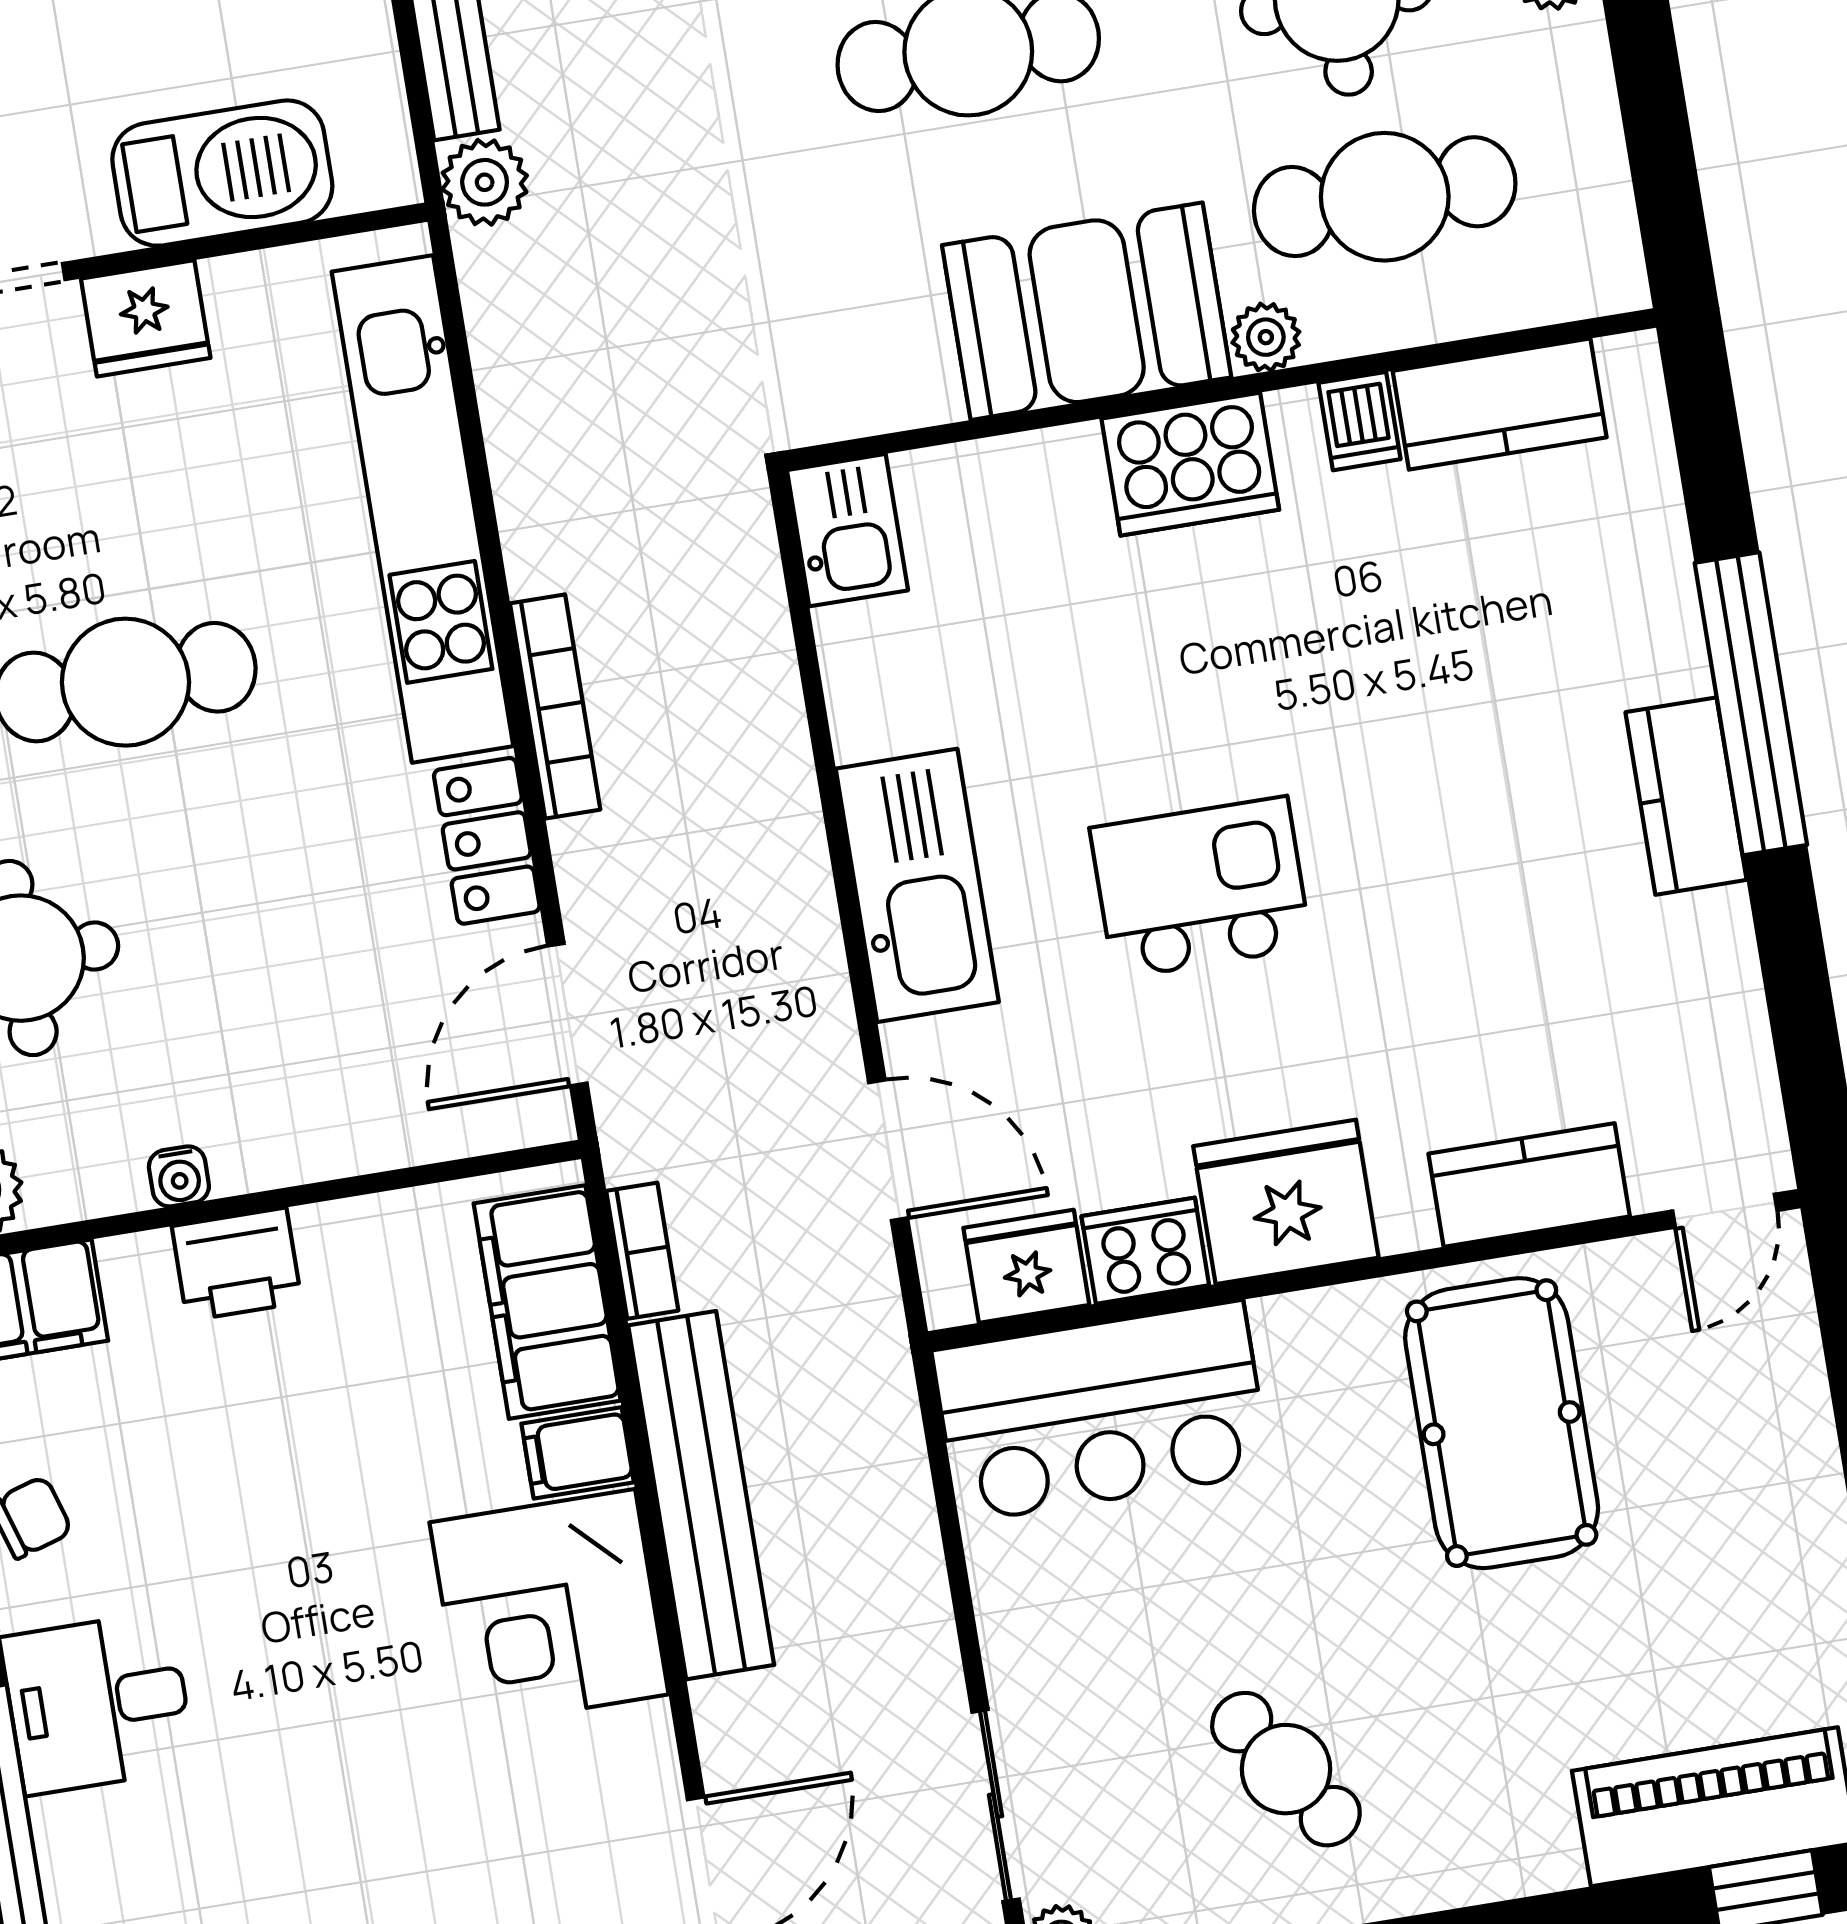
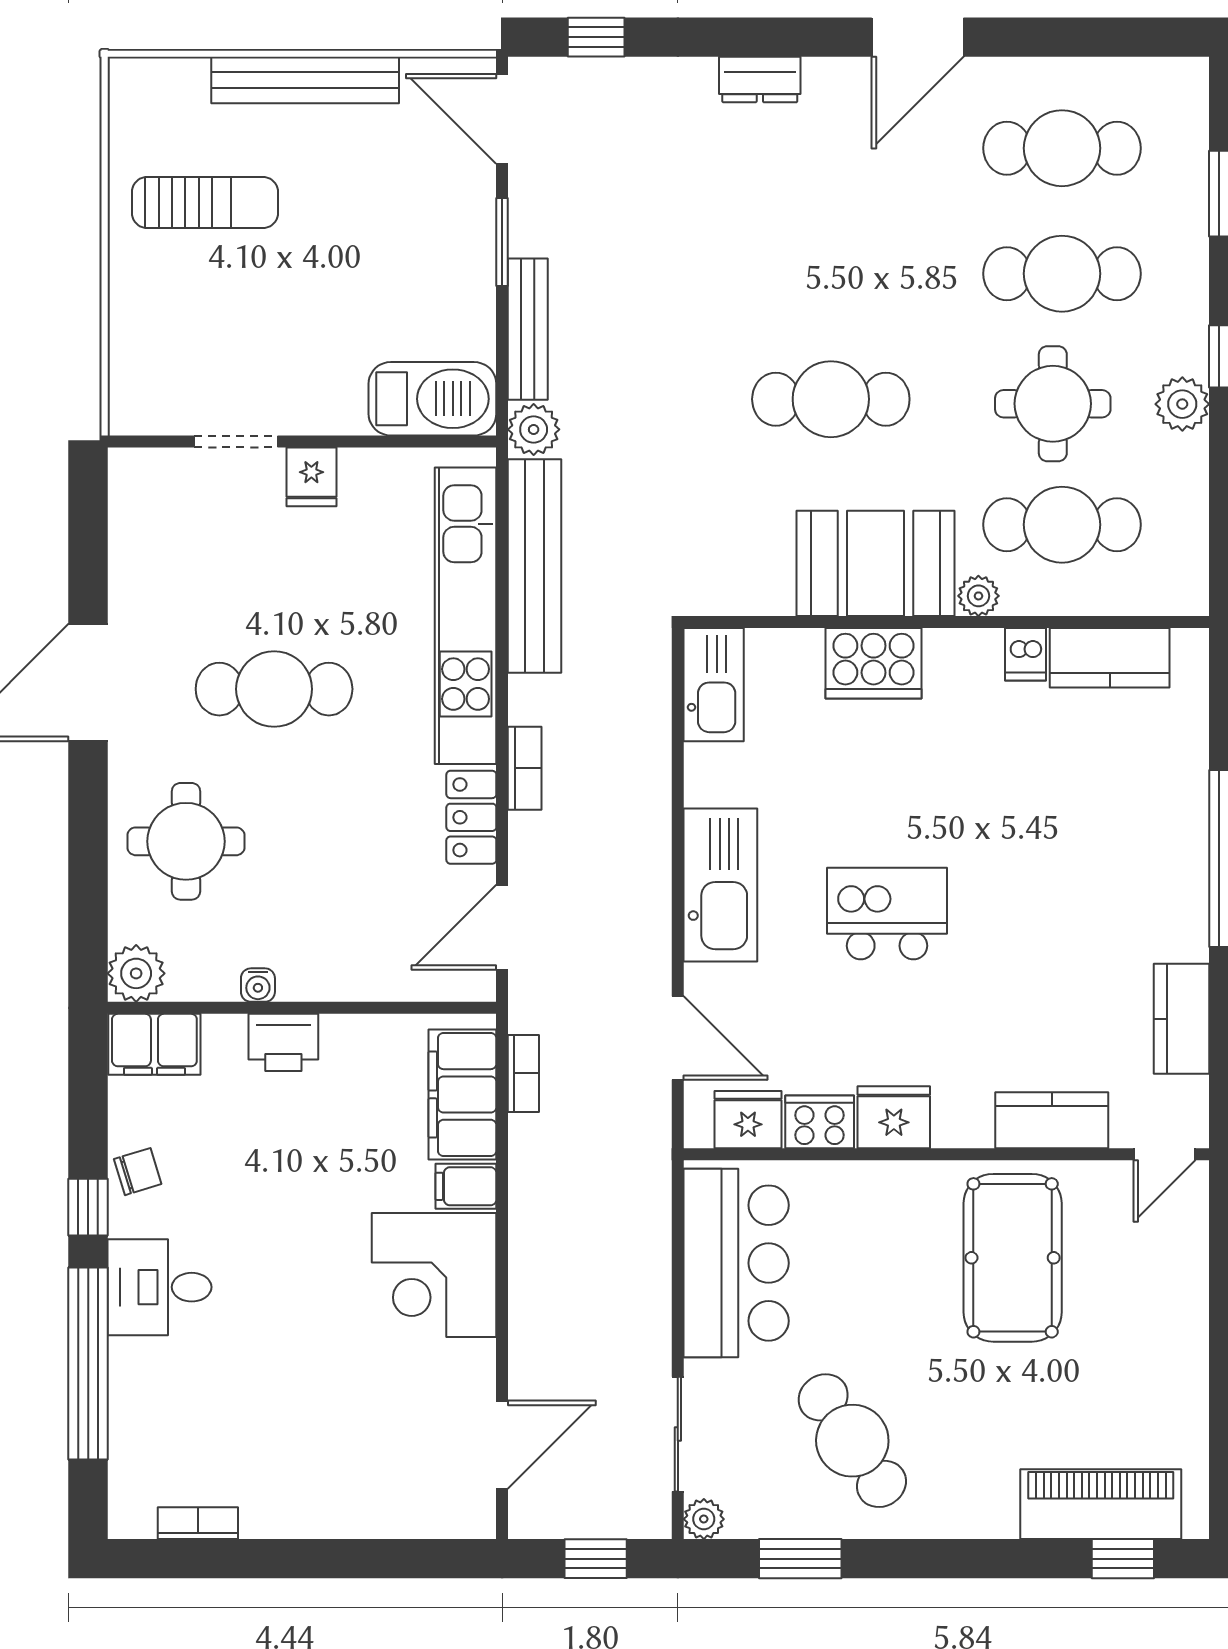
barbecue: (222, 173) -> (432, 399), moved
fridge: (146, 318) -> (311, 477), width x0.72
cooker: (1190, 464) -> (874, 663), moved
kitchen sink: (847, 530) -> (714, 685), width x1.38
bookcase: (555, 706) -> (525, 768), width x0.64
kitchen counter: (1686, 796) -> (1182, 1019), moved
fridge: (1286, 1202) -> (894, 1117), width x0.73, depth x0.75
bar counter: (1101, 1412) -> (736, 1263), moved, turned -90
bench: (701, 1495) -> (535, 566), moved
cafe table: (1286, 1769) -> (852, 1441), width x1.37, depth x1.35

